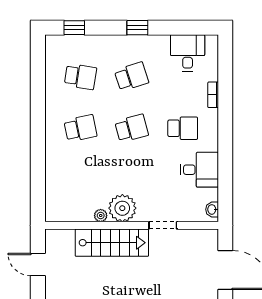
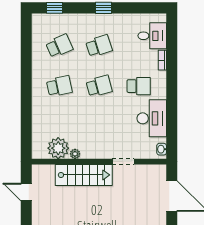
desk: (188, 53) -> (152, 36), moved, turned 90
school desk: (80, 77) -> (59, 46), turned -33
desk: (199, 170) -> (152, 118), width x1.37
plant: (122, 208) -> (58, 148), moved

